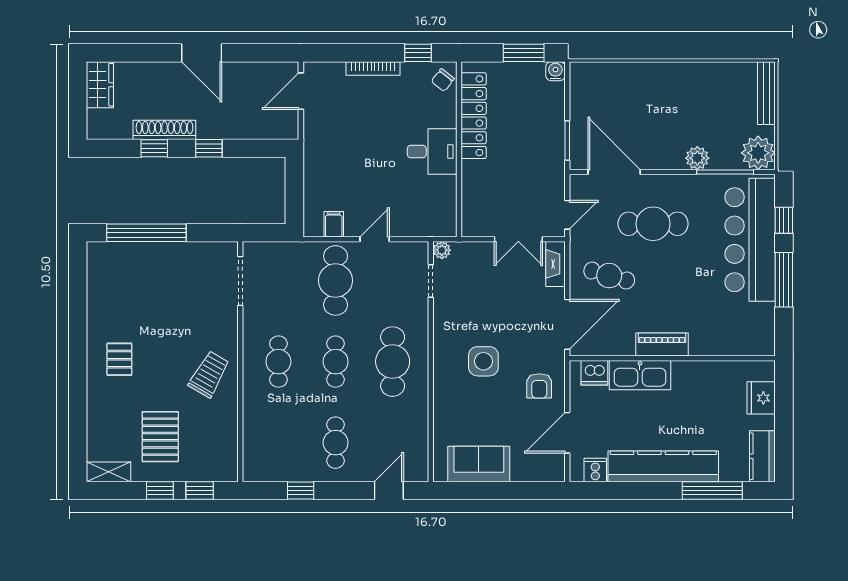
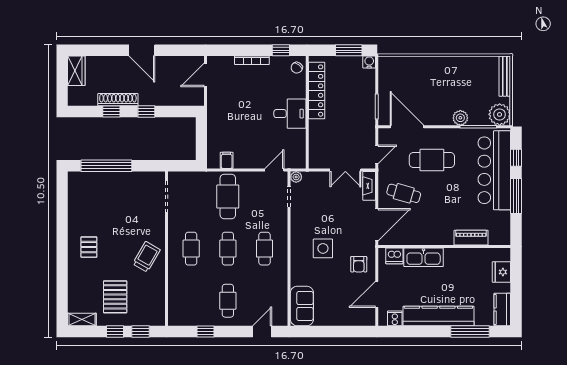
door: (375, 239) -> (274, 170), moved
piano: (662, 344) -> (471, 238), moved
cafe table: (393, 362) -> (264, 249), width x0.73, depth x0.74
sofa: (479, 464) -> (302, 306), moved, turned 90

